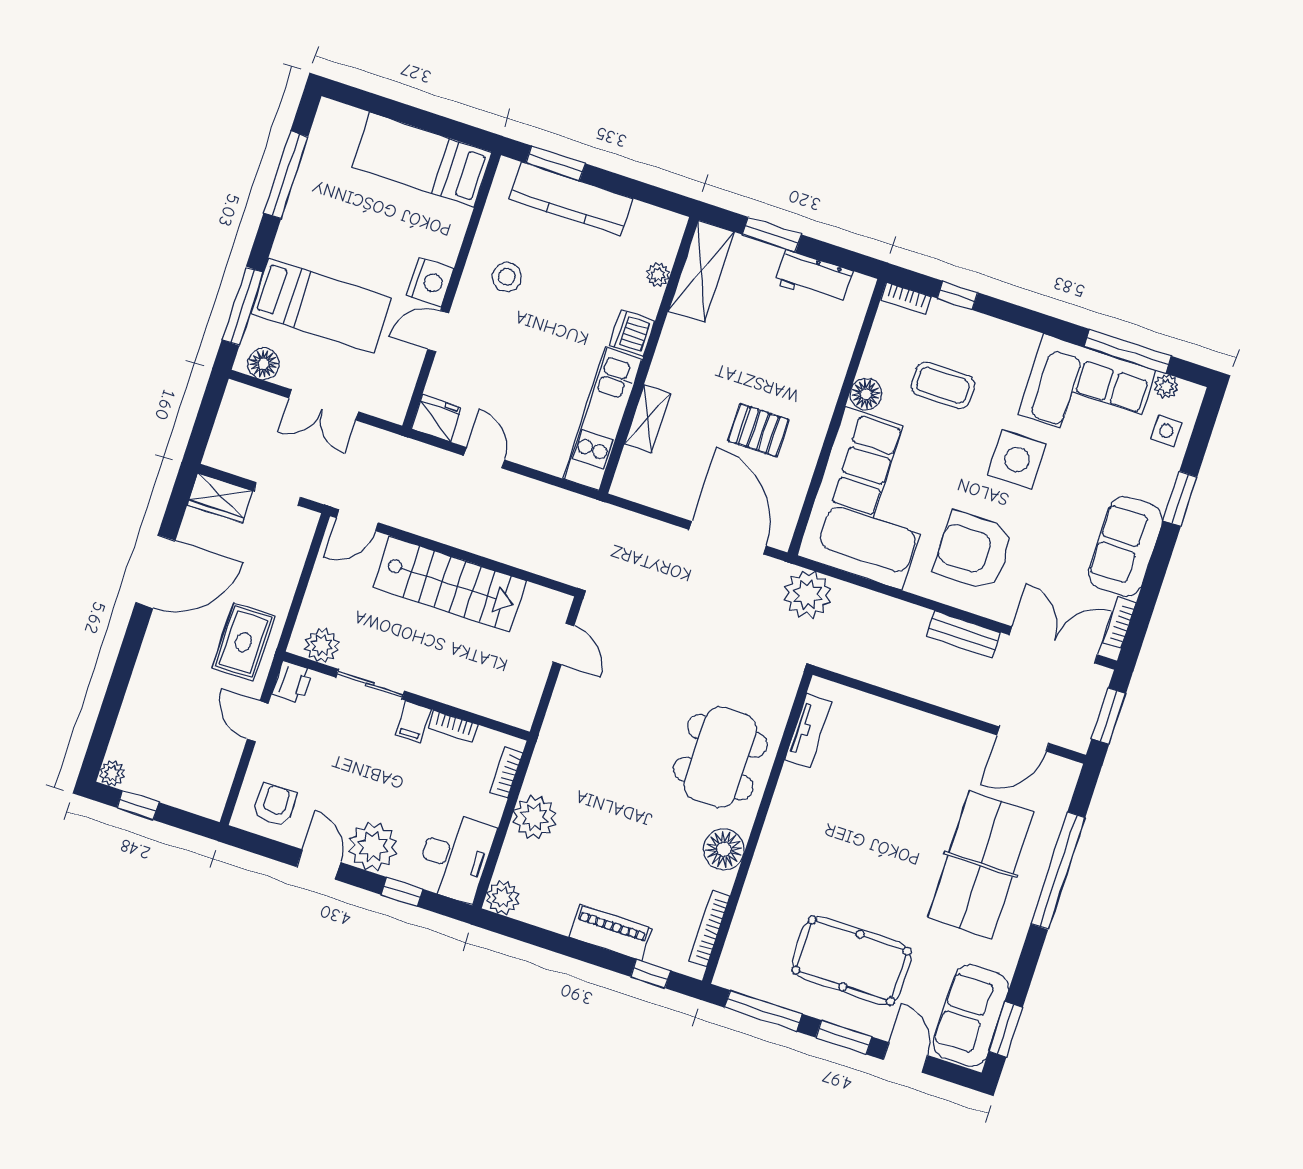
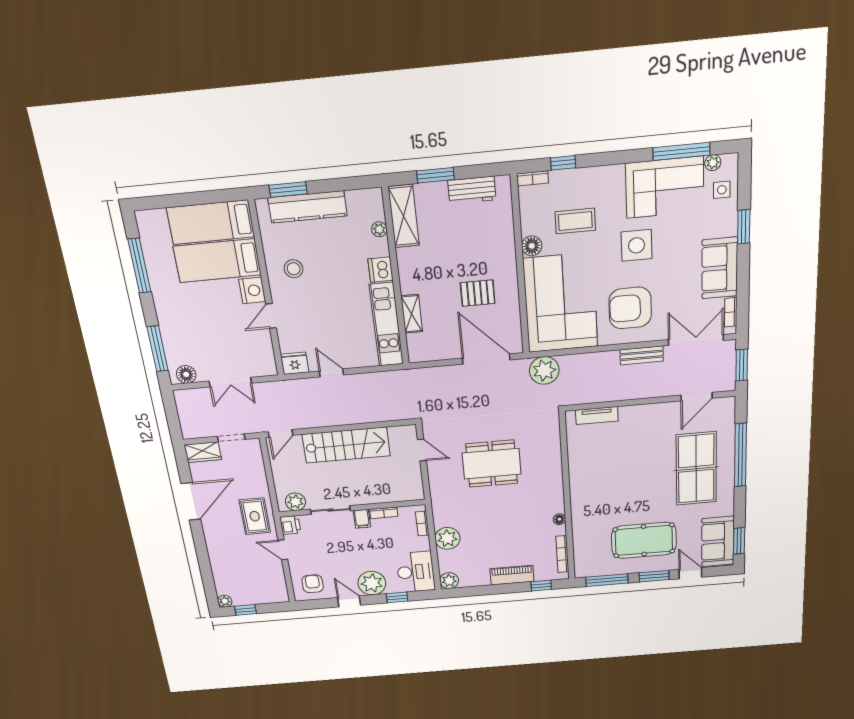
bed: (321, 306) -> (217, 261), moved, turned 180
tv unit: (808, 731) -> (597, 416), moved, turned 90
dining table: (720, 757) -> (492, 464), moved, turned 90
floor lamp: (724, 849) -> (559, 519), width x0.53, depth x0.53

